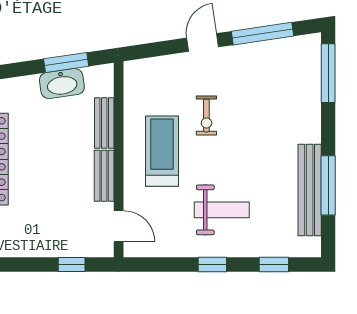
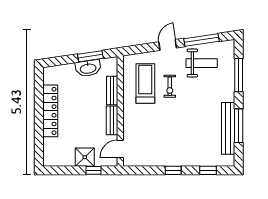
window: (328, 73) -> (239, 75), moved
treadmill: (162, 151) -> (145, 83), moved
weight bench: (222, 210) -> (202, 63), moved
door: (119, 226) -> (120, 149), swing flipped
shower: (56, 241) -> (85, 157), added

